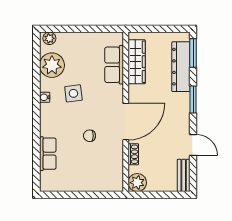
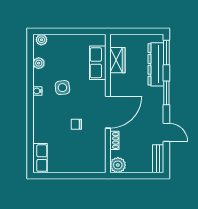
wardrobe: (137, 62) -> (117, 60), width x0.67
plant: (52, 65) -> (39, 63), width x0.53, depth x0.53
row of seats: (48, 154) -> (40, 158), moved

